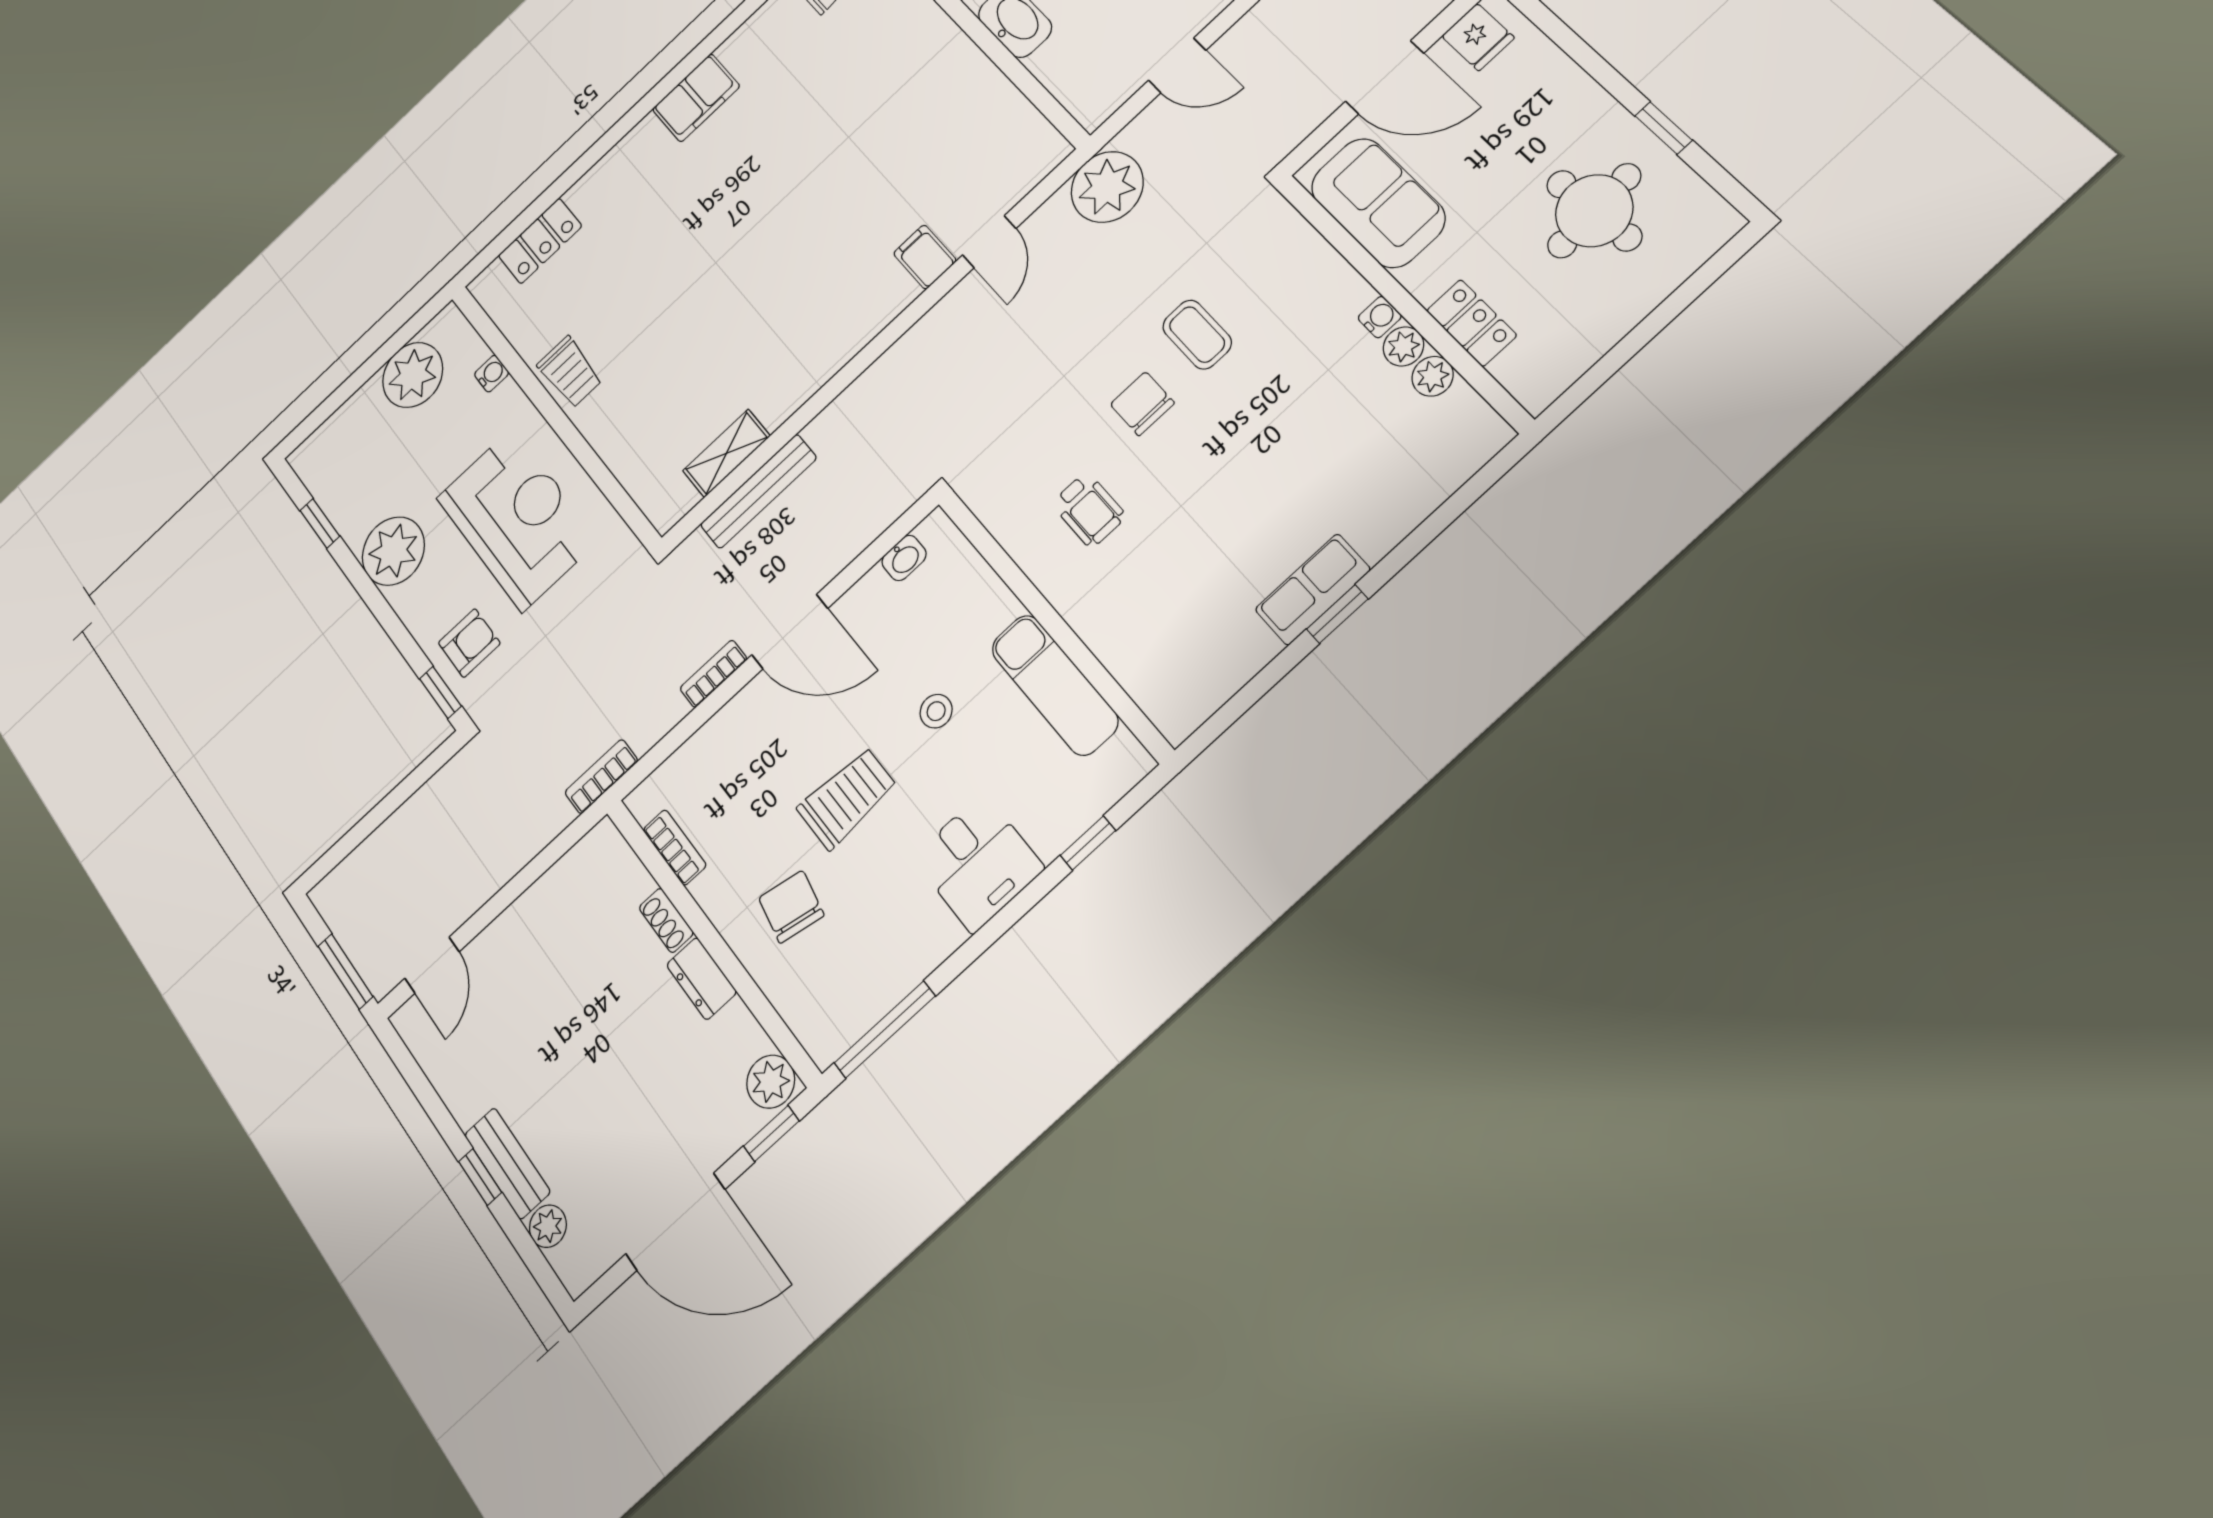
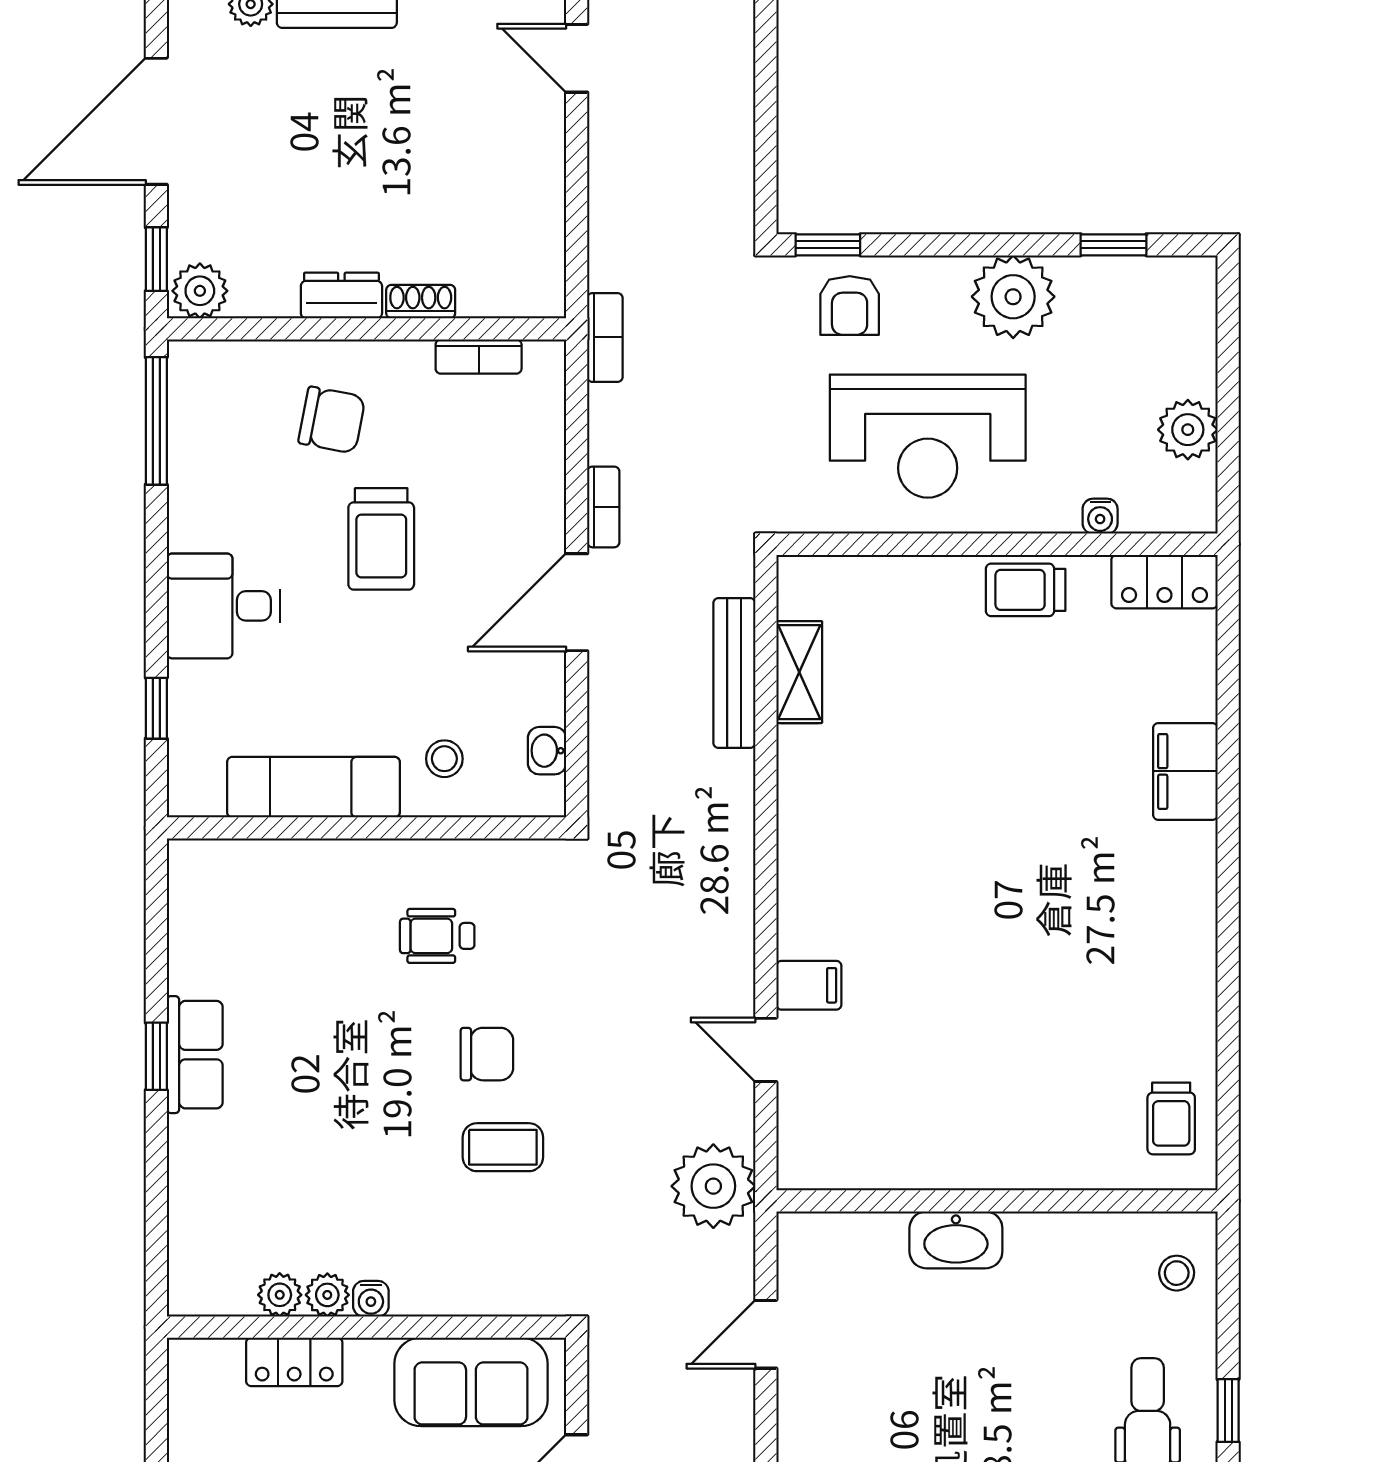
filing cabinet: (696, 98) -> (1185, 771), moved
locker: (540, 241) -> (1164, 582), moved, turned -90
plant: (413, 375) -> (1188, 430), width x0.73, depth x0.73
stool: (936, 711) -> (444, 759), moved

